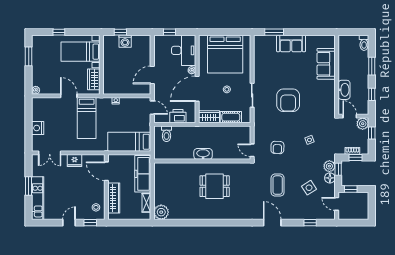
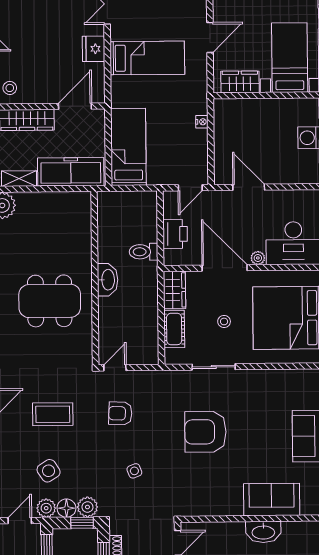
washbasin: (344, 90) -> (263, 532), moved
bed: (87, 118) -> (147, 58), moved, turned 180
toilet: (166, 134) -> (144, 252), moved
dining table: (215, 186) -> (50, 301), width x1.38
plant: (330, 189) -> (46, 508), added

